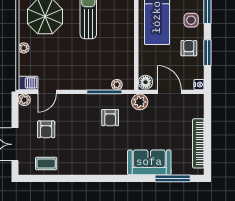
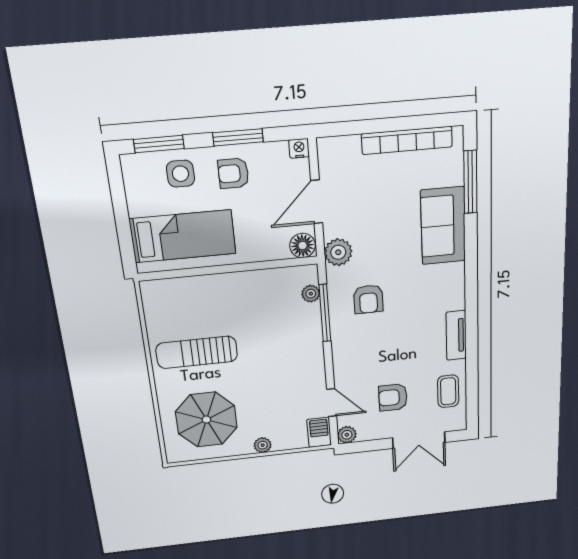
armchair: (110, 118) -> (368, 299), turned 90
armchair: (46, 129) -> (393, 397), turned 180
tv unit: (82, 169) -> (456, 335), added

